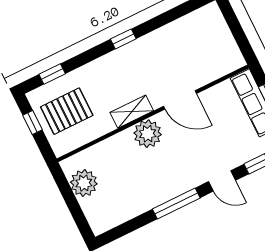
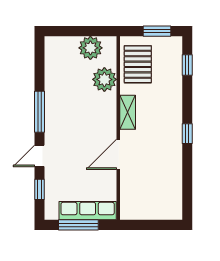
pallet: (67, 111) -> (138, 64), moved
window: (32, 123) -> (157, 31), width x1.50
plant: (148, 134) -> (104, 79), moved

